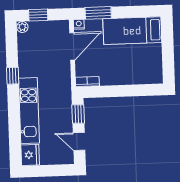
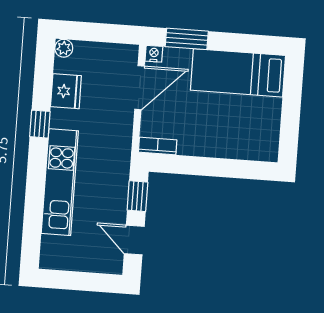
window: (38, 15) -> (91, 32), removed
fridge: (30, 155) -> (66, 91), moved

